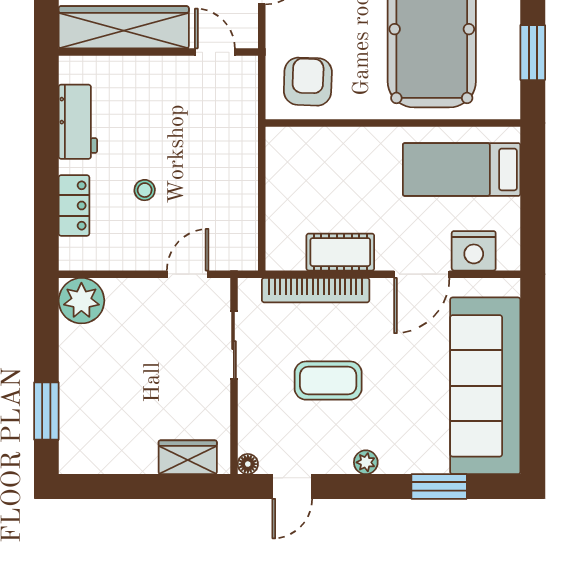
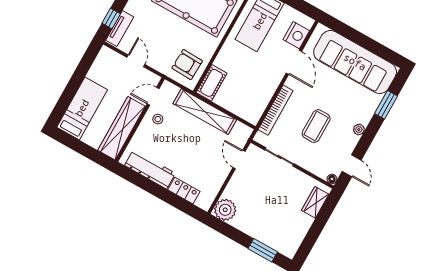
workbench: (78, 122) -> (150, 169), width x1.37
shelving: (240, 162) -> (205, 112), added
stool: (145, 190) -> (158, 119), moved
cot: (340, 252) -> (212, 83), moved

